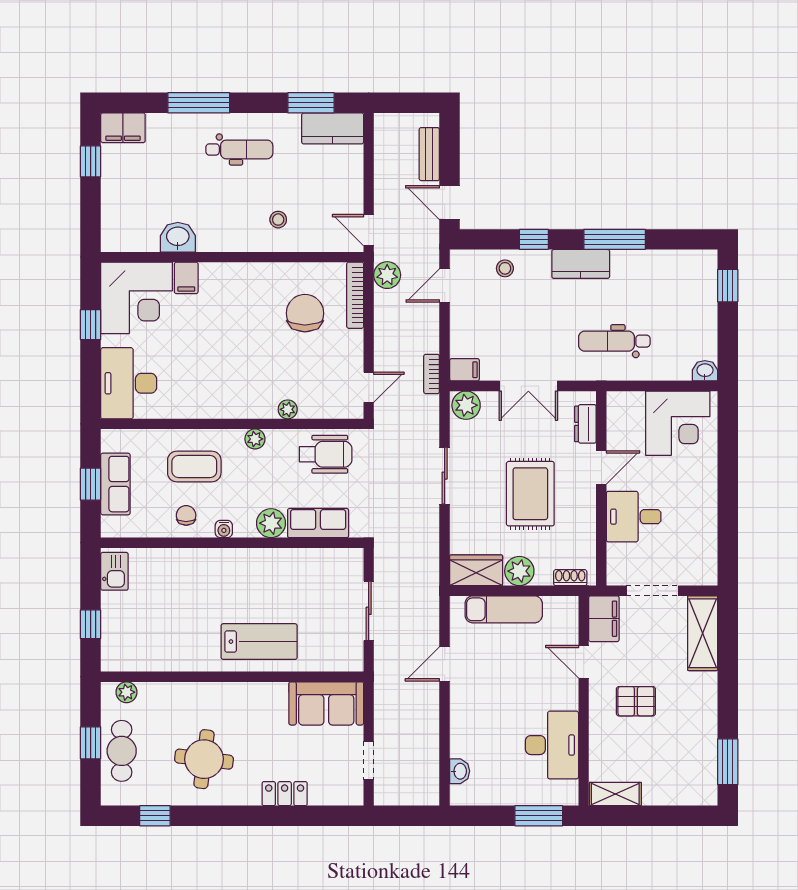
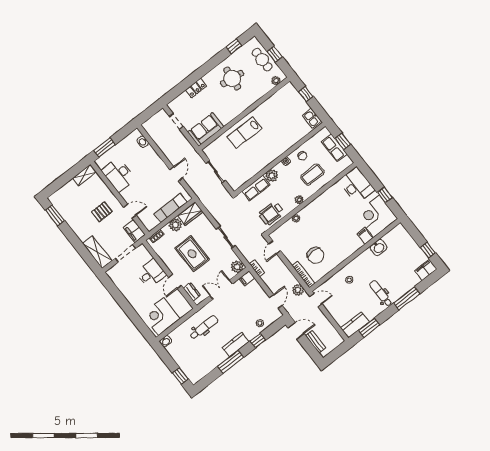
dental chair: (239, 149) -> (381, 293), turned 90

